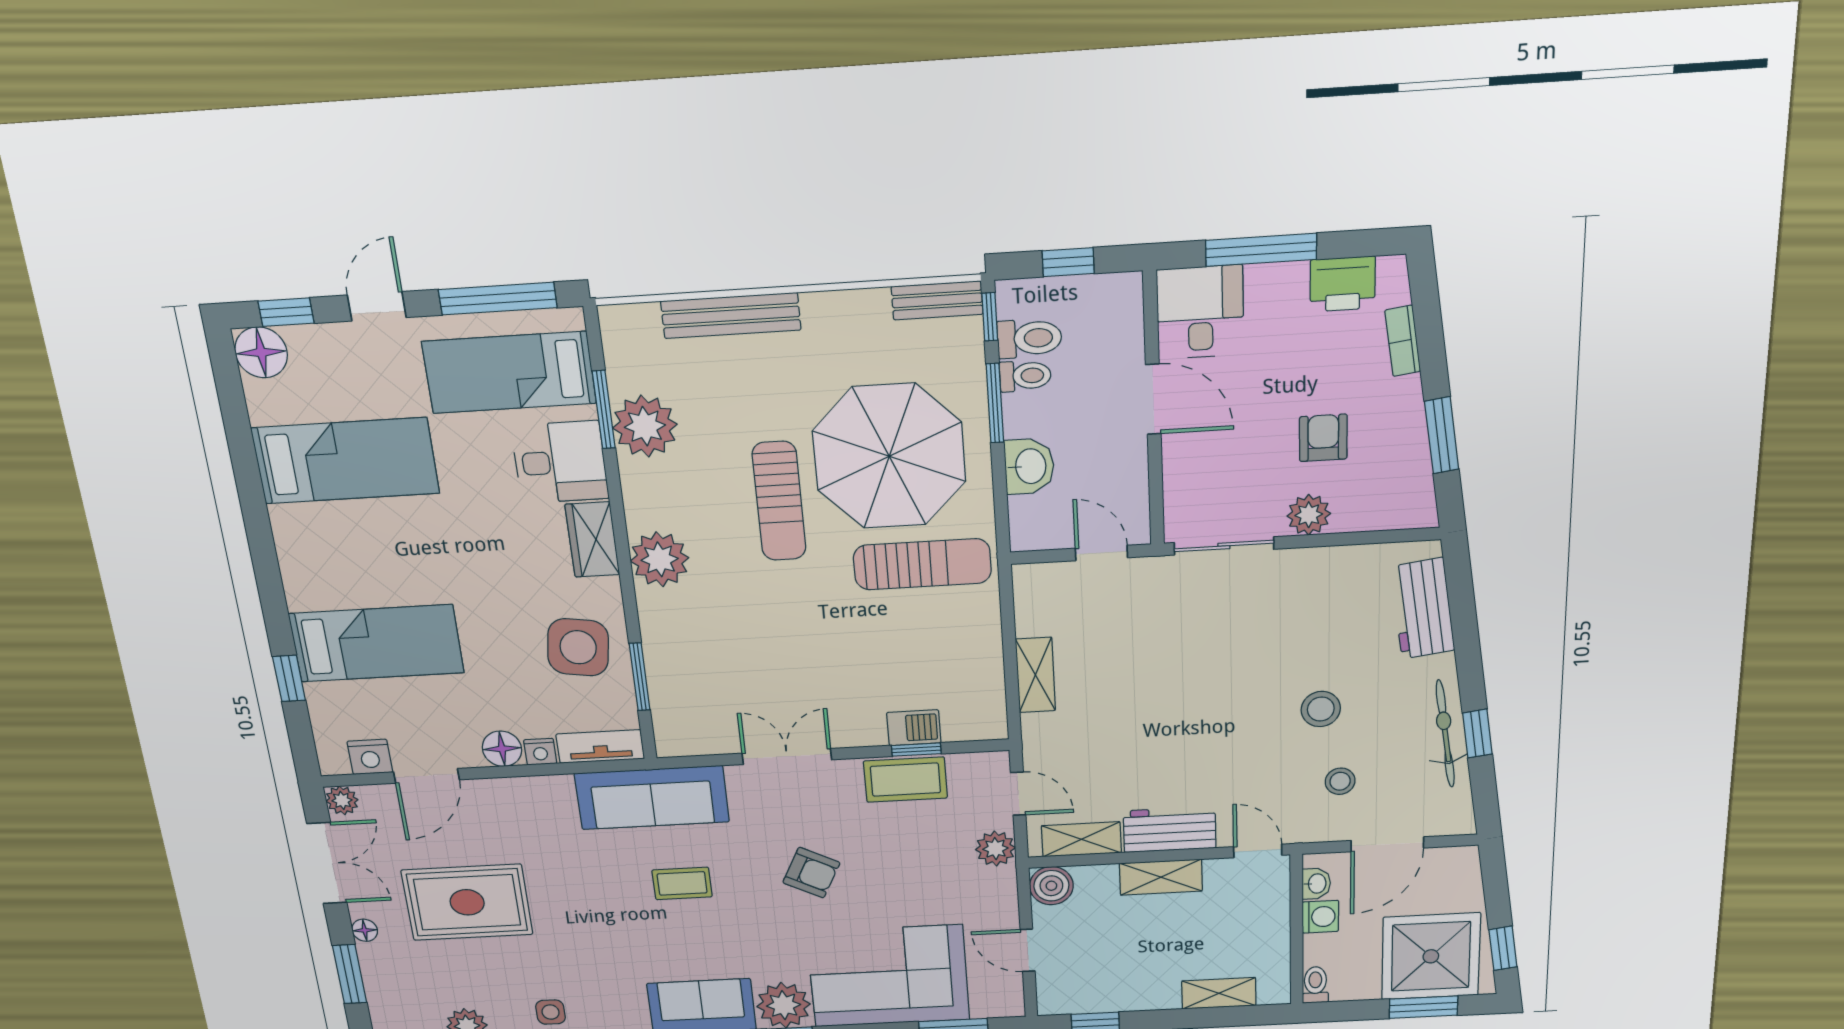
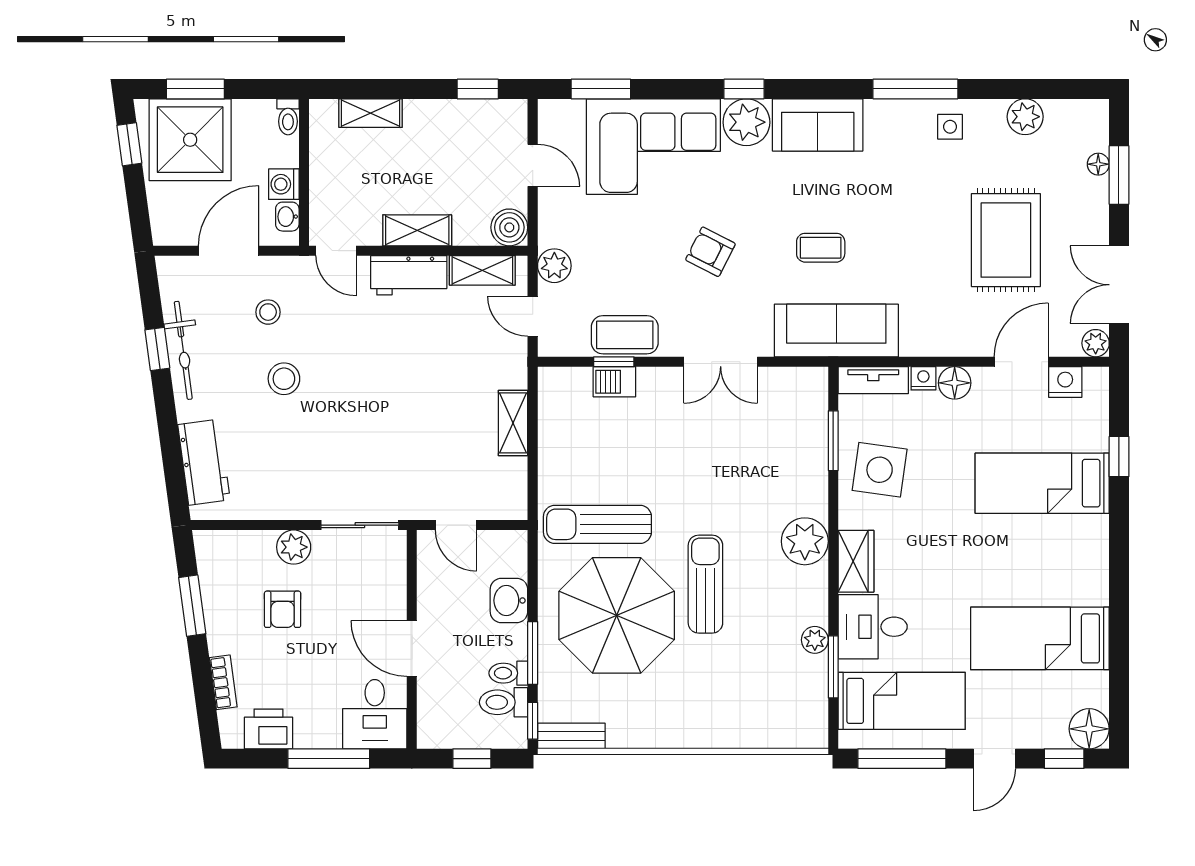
bench: (731, 316) -> (728, 734), removed
plant: (645, 426) -> (815, 640), width x0.53, depth x0.53
rug: (467, 902) -> (1006, 240), turned 90
floor lamp: (365, 930) -> (1098, 164), moved

